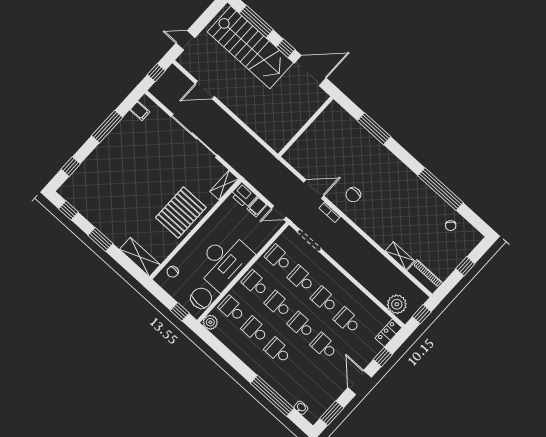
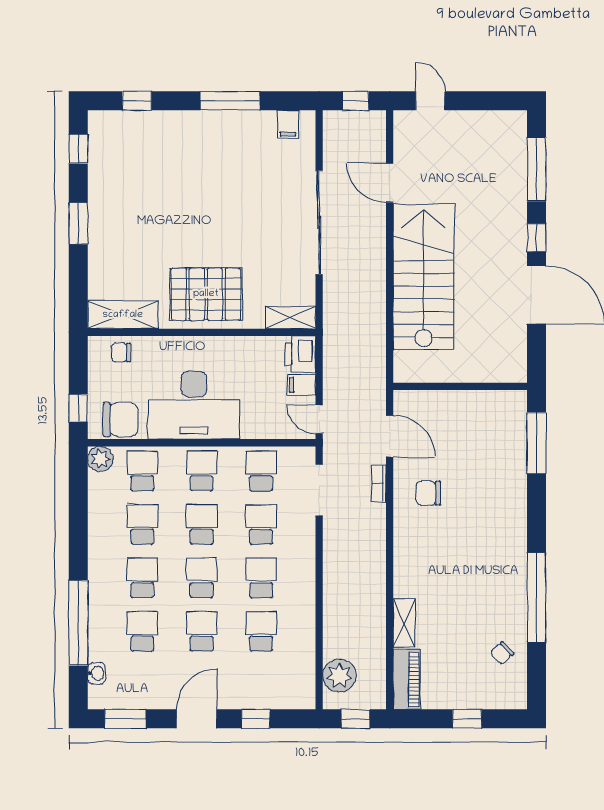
stairs: (250, 47) -> (424, 277), moved, turned 180
wall: (306, 126) -> (460, 386), moved
shelving: (140, 257) -> (123, 315), moved, turned 90
locker: (389, 333) -> (293, 698), removed
school desk: (301, 372) -> (142, 631), added

